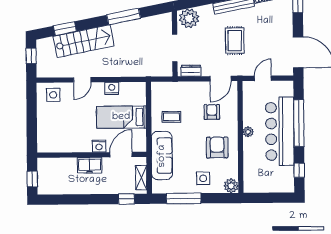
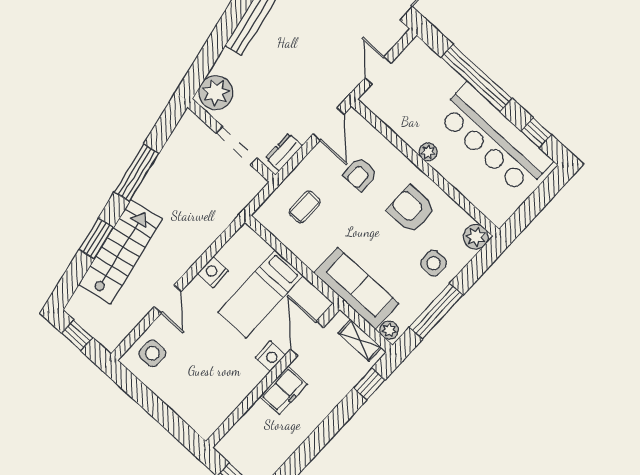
window: (65, 29) -> (96, 238), moved
rug: (235, 41) -> (298, 61), removed
armchair: (212, 112) -> (360, 174), turned -90
coffee table: (171, 117) -> (305, 207), moved
bar counter: (280, 131) -> (494, 139), moved
plant: (157, 186) -> (389, 330), added

